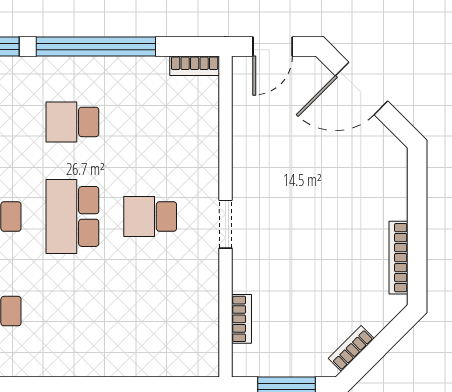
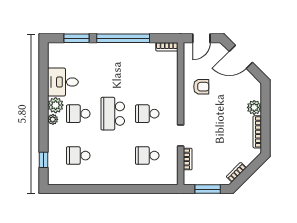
school desk: (72, 122) -> (147, 156), moved
armchair: (272, 156) -> (201, 87), added
plant: (392, 203) -> (254, 107), added
doorway: (225, 224) -> (181, 136), moved

